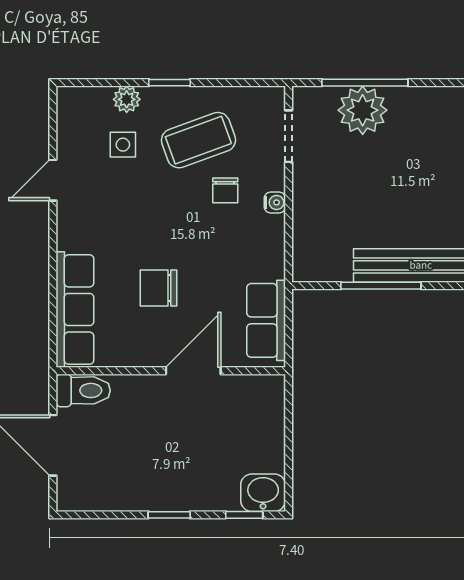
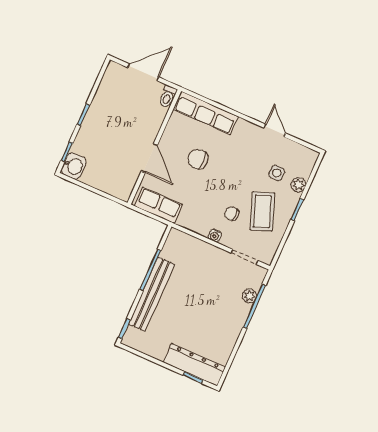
plant: (363, 110) -> (249, 296), width x0.53, depth x0.53
chair: (159, 288) -> (198, 159), turned -90
toilet: (83, 390) -> (168, 97), width x0.73, depth x0.72

